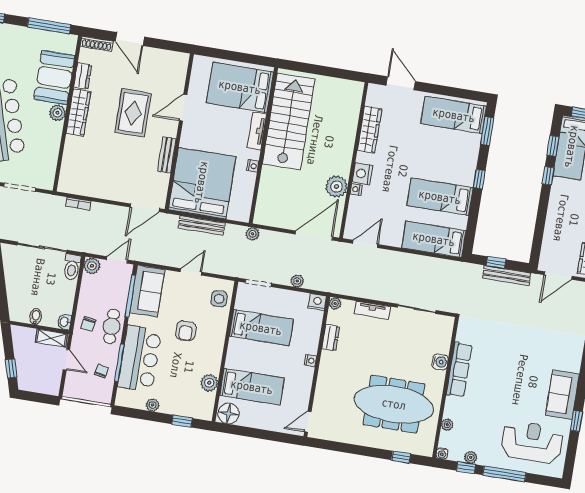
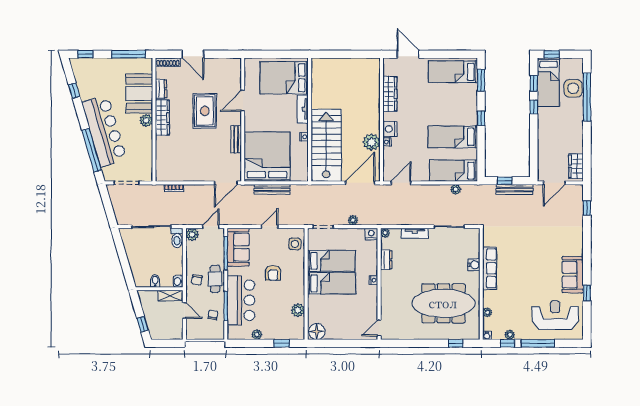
stairs: (289, 122) -> (326, 145), moved
plant: (253, 234) -> (456, 189), moved
bed: (252, 387) -> (331, 283), moved

